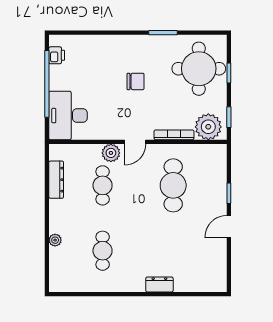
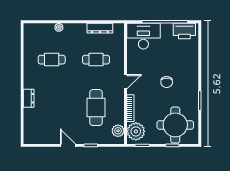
printer: (57, 55) -> (184, 31), width x1.87, depth x1.48
door: (135, 142) -> (126, 82), swing flipped
plant: (111, 153) -> (118, 131), moved
cafe table: (173, 185) -> (96, 108), turned 90

